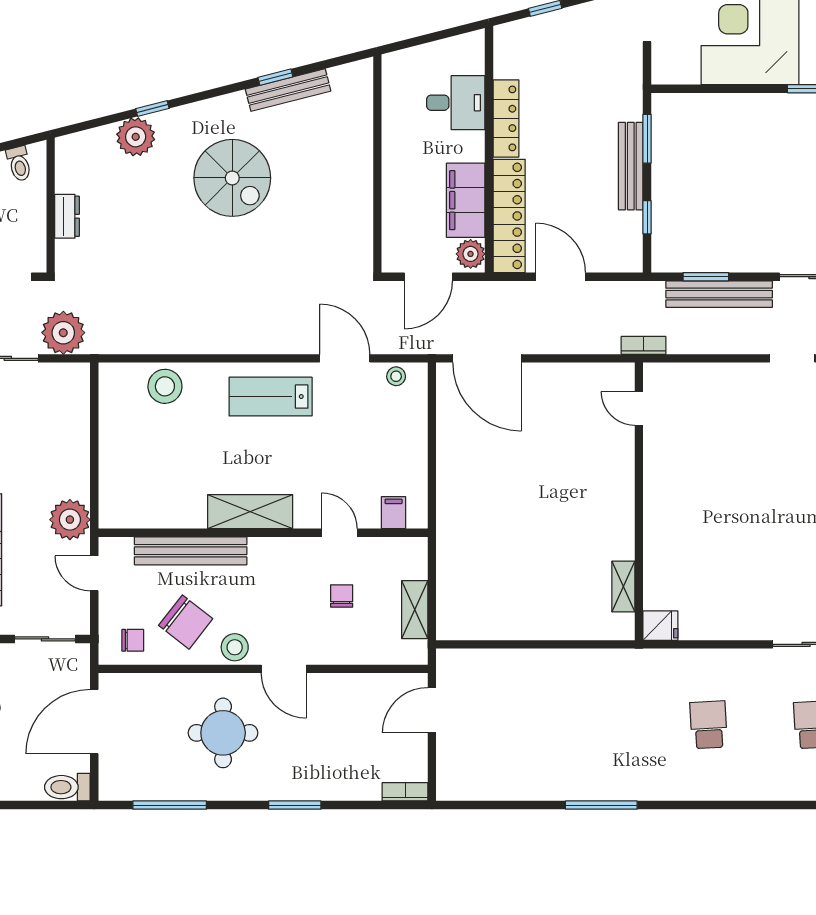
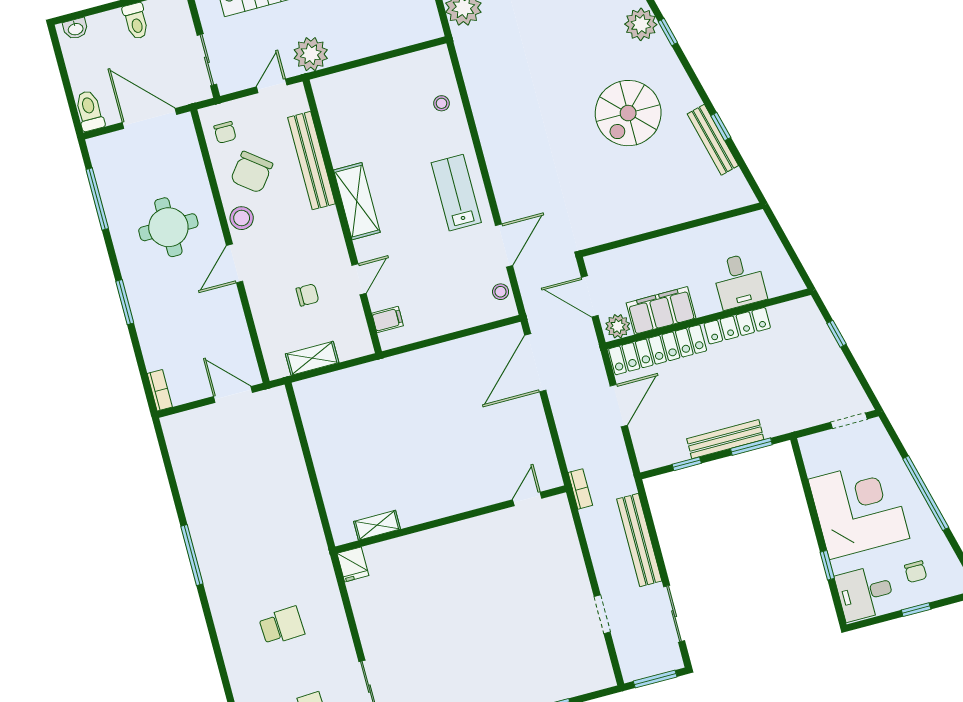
window: (706, 277) -> (651, 525), removed
stool: (165, 386) -> (442, 103), width x0.53, depth x0.53

